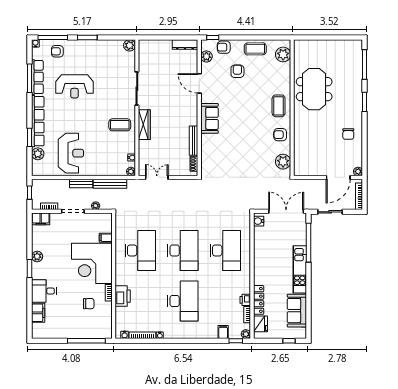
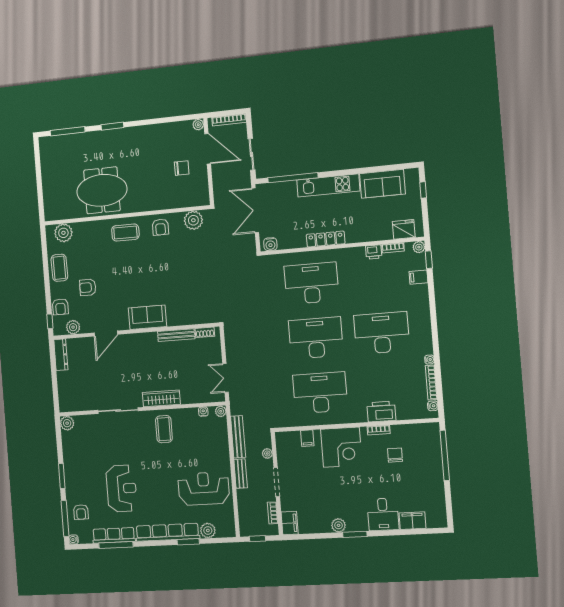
chair: (348, 134) -> (182, 168), moved
corner desk: (92, 263) -> (341, 447), width x0.74, depth x0.74
locker: (259, 300) -> (326, 239), moved

